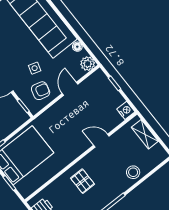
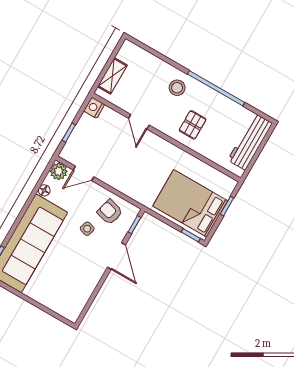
door: (70, 89) -> (83, 173), moved
stool: (133, 172) -> (177, 88), moved

